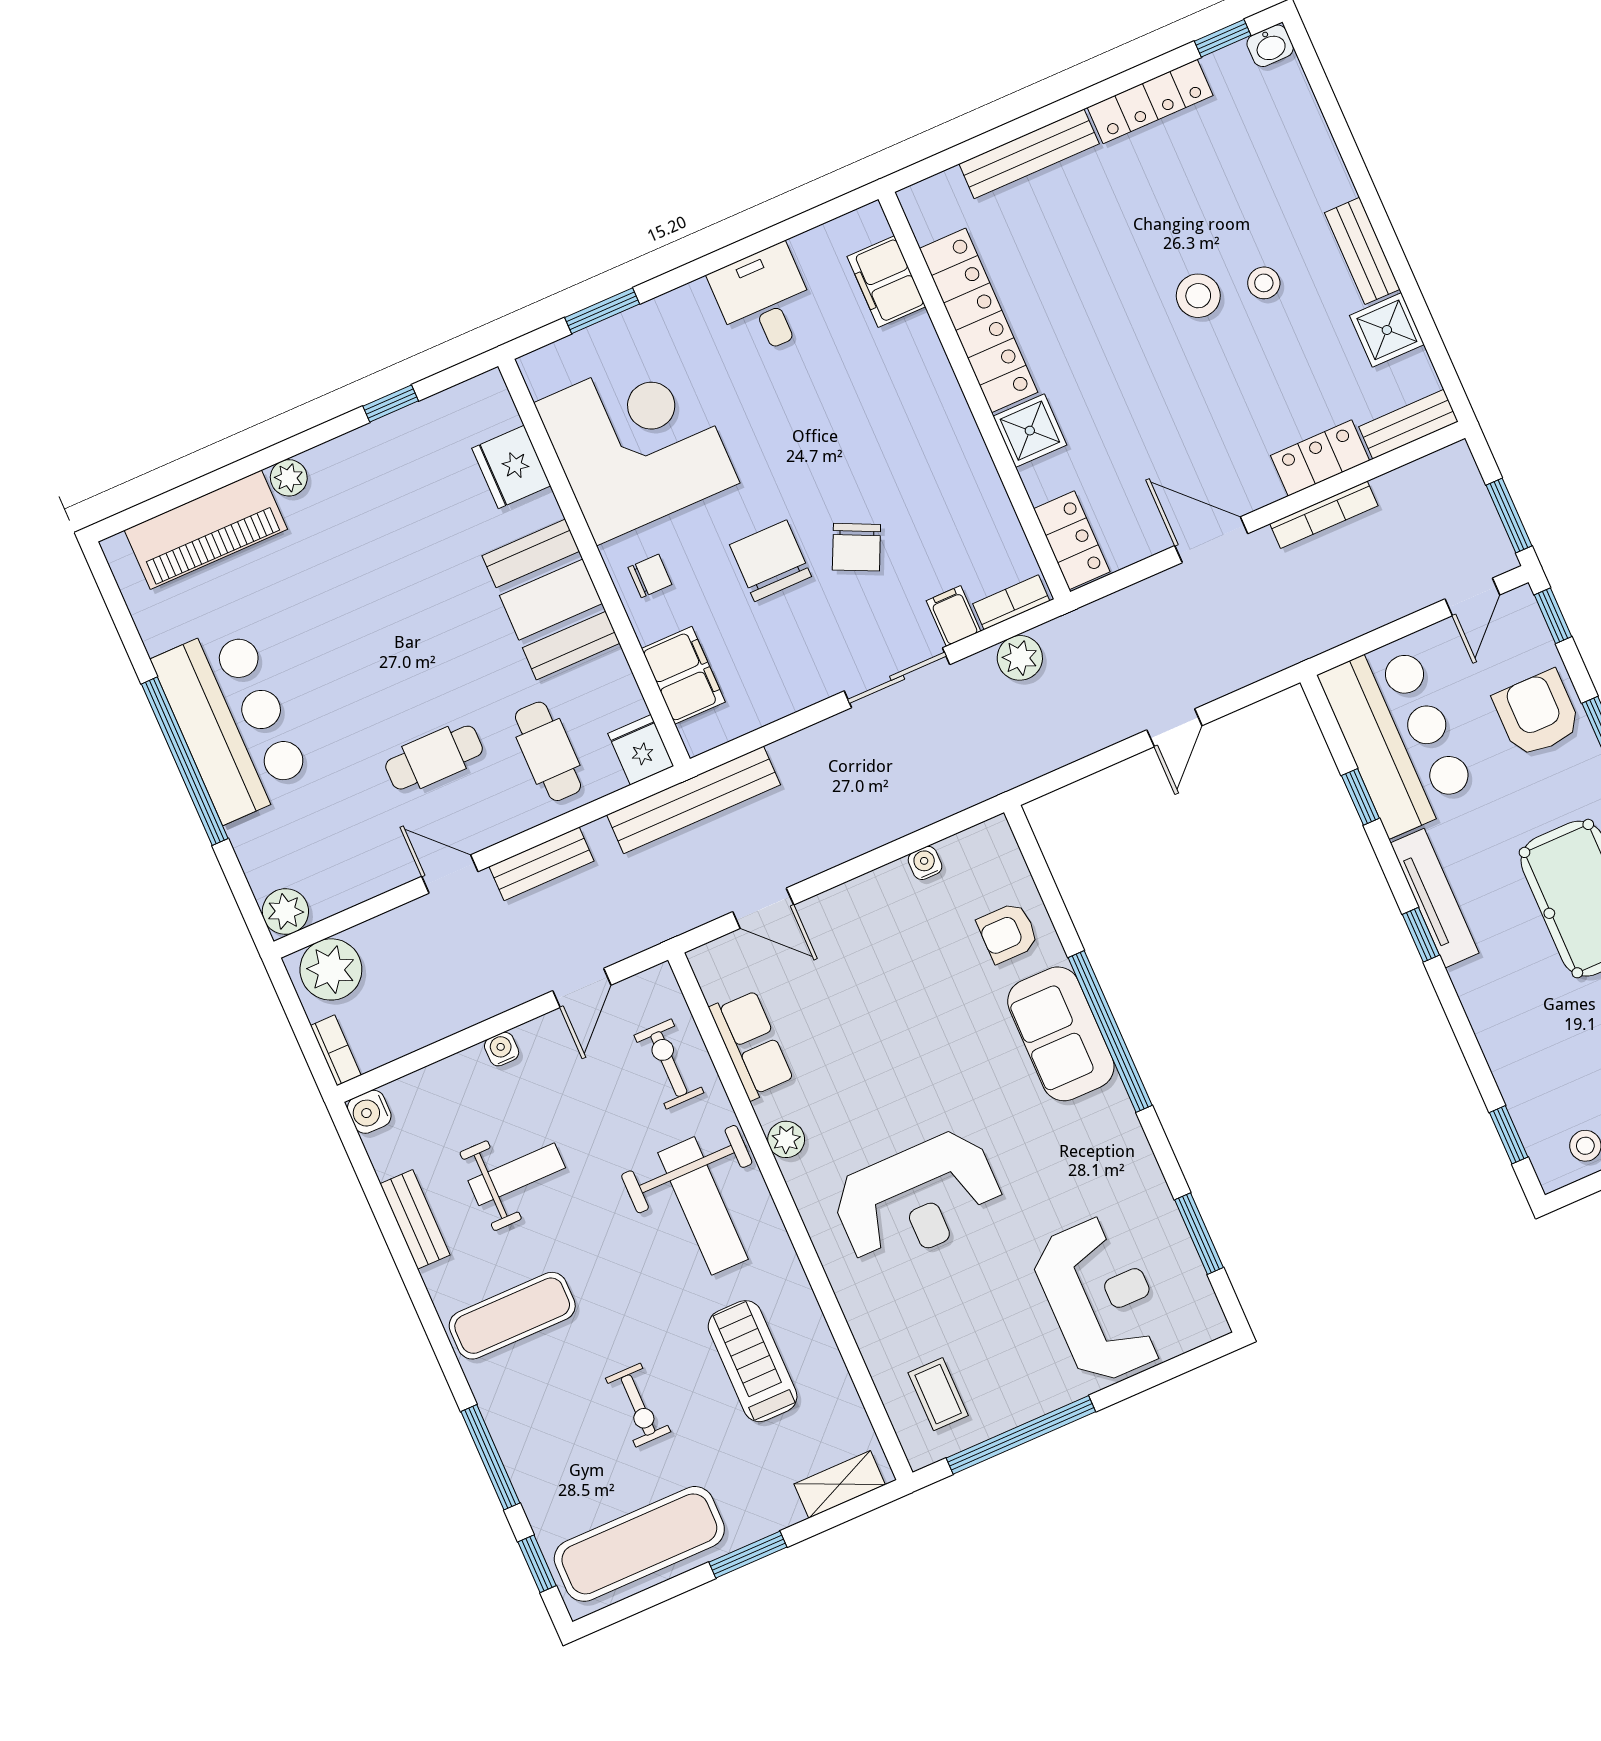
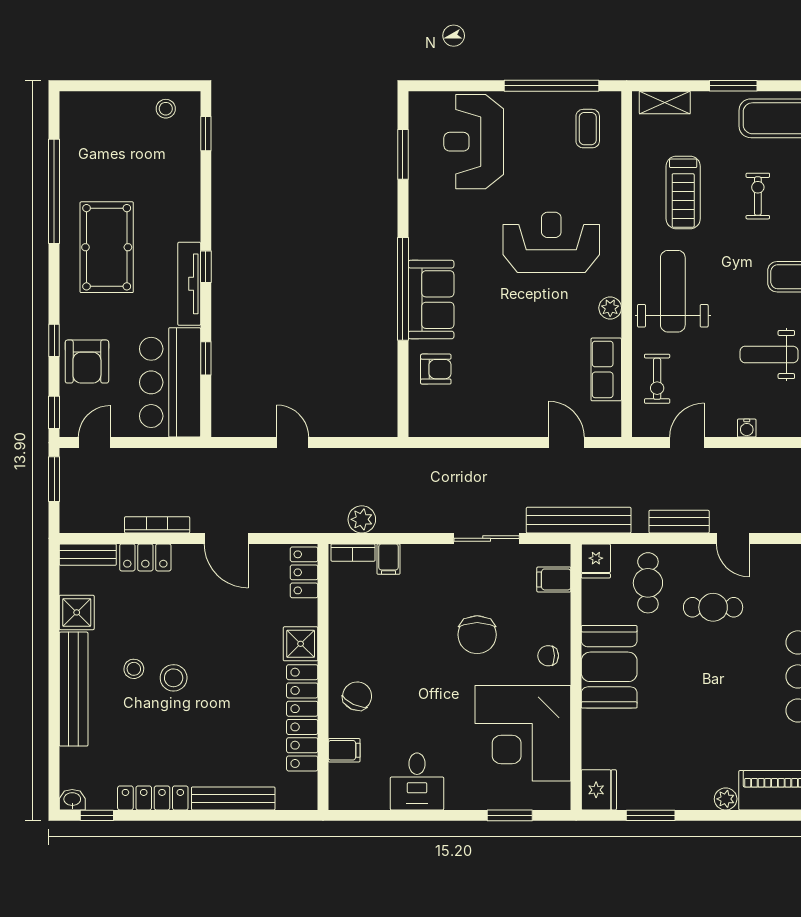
bench: (1362, 251) -> (74, 689), width x1.86, depth x1.21
filing cabinet: (886, 282) -> (344, 750), width x0.50
window: (391, 404) -> (651, 815), width x1.50
fridge: (511, 467) -> (599, 790), moved
chair: (856, 547) -> (357, 696), moved
filing cabinet: (683, 675) -> (554, 579), width x0.50
sliding door: (897, 678) -> (487, 538), moved
door: (1174, 728) -> (293, 443), hinge flipped
water cooler: (925, 863) -> (465, 428), removed

